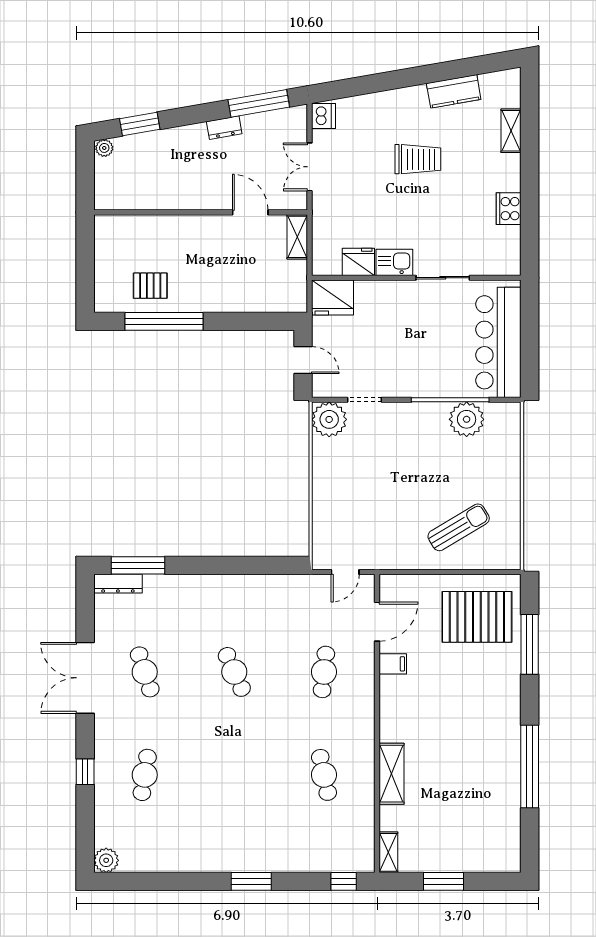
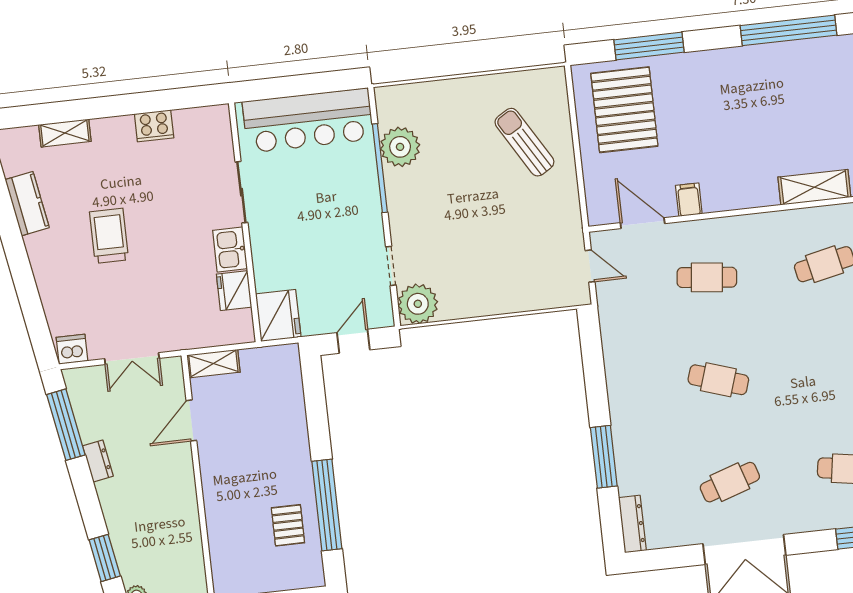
window: (138, 565) -> (604, 457), moved
cafe table: (234, 672) -> (718, 380), turned 42

